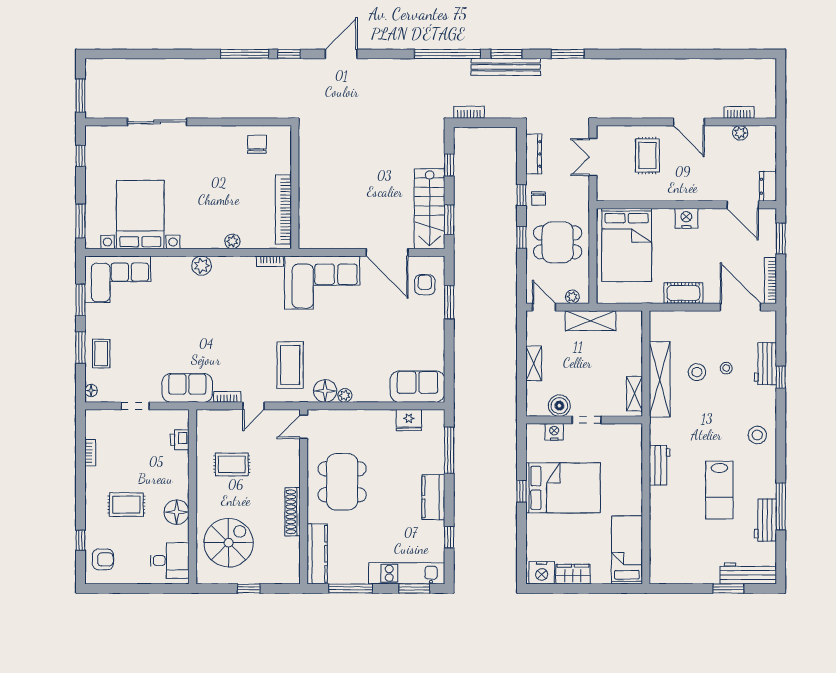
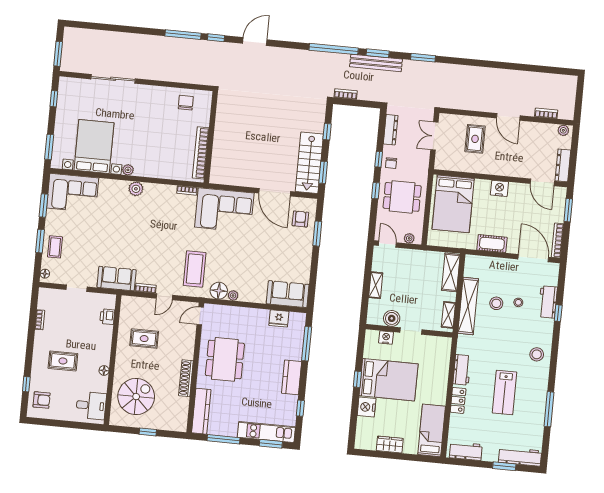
plant: (740, 133) -> (563, 130), moved
dresser: (768, 186) -> (563, 165), width x1.44
plant: (232, 241) -> (128, 170), moved
shelving: (591, 321) -> (451, 272), moved, turned 90
locker: (658, 507) -> (458, 400), added
floor lamp: (177, 512) -> (104, 370), width x0.53, depth x0.53
workbench: (765, 520) -> (466, 451), moved, turned 90
nightstand: (542, 573) -> (367, 407), moved, turned 90

